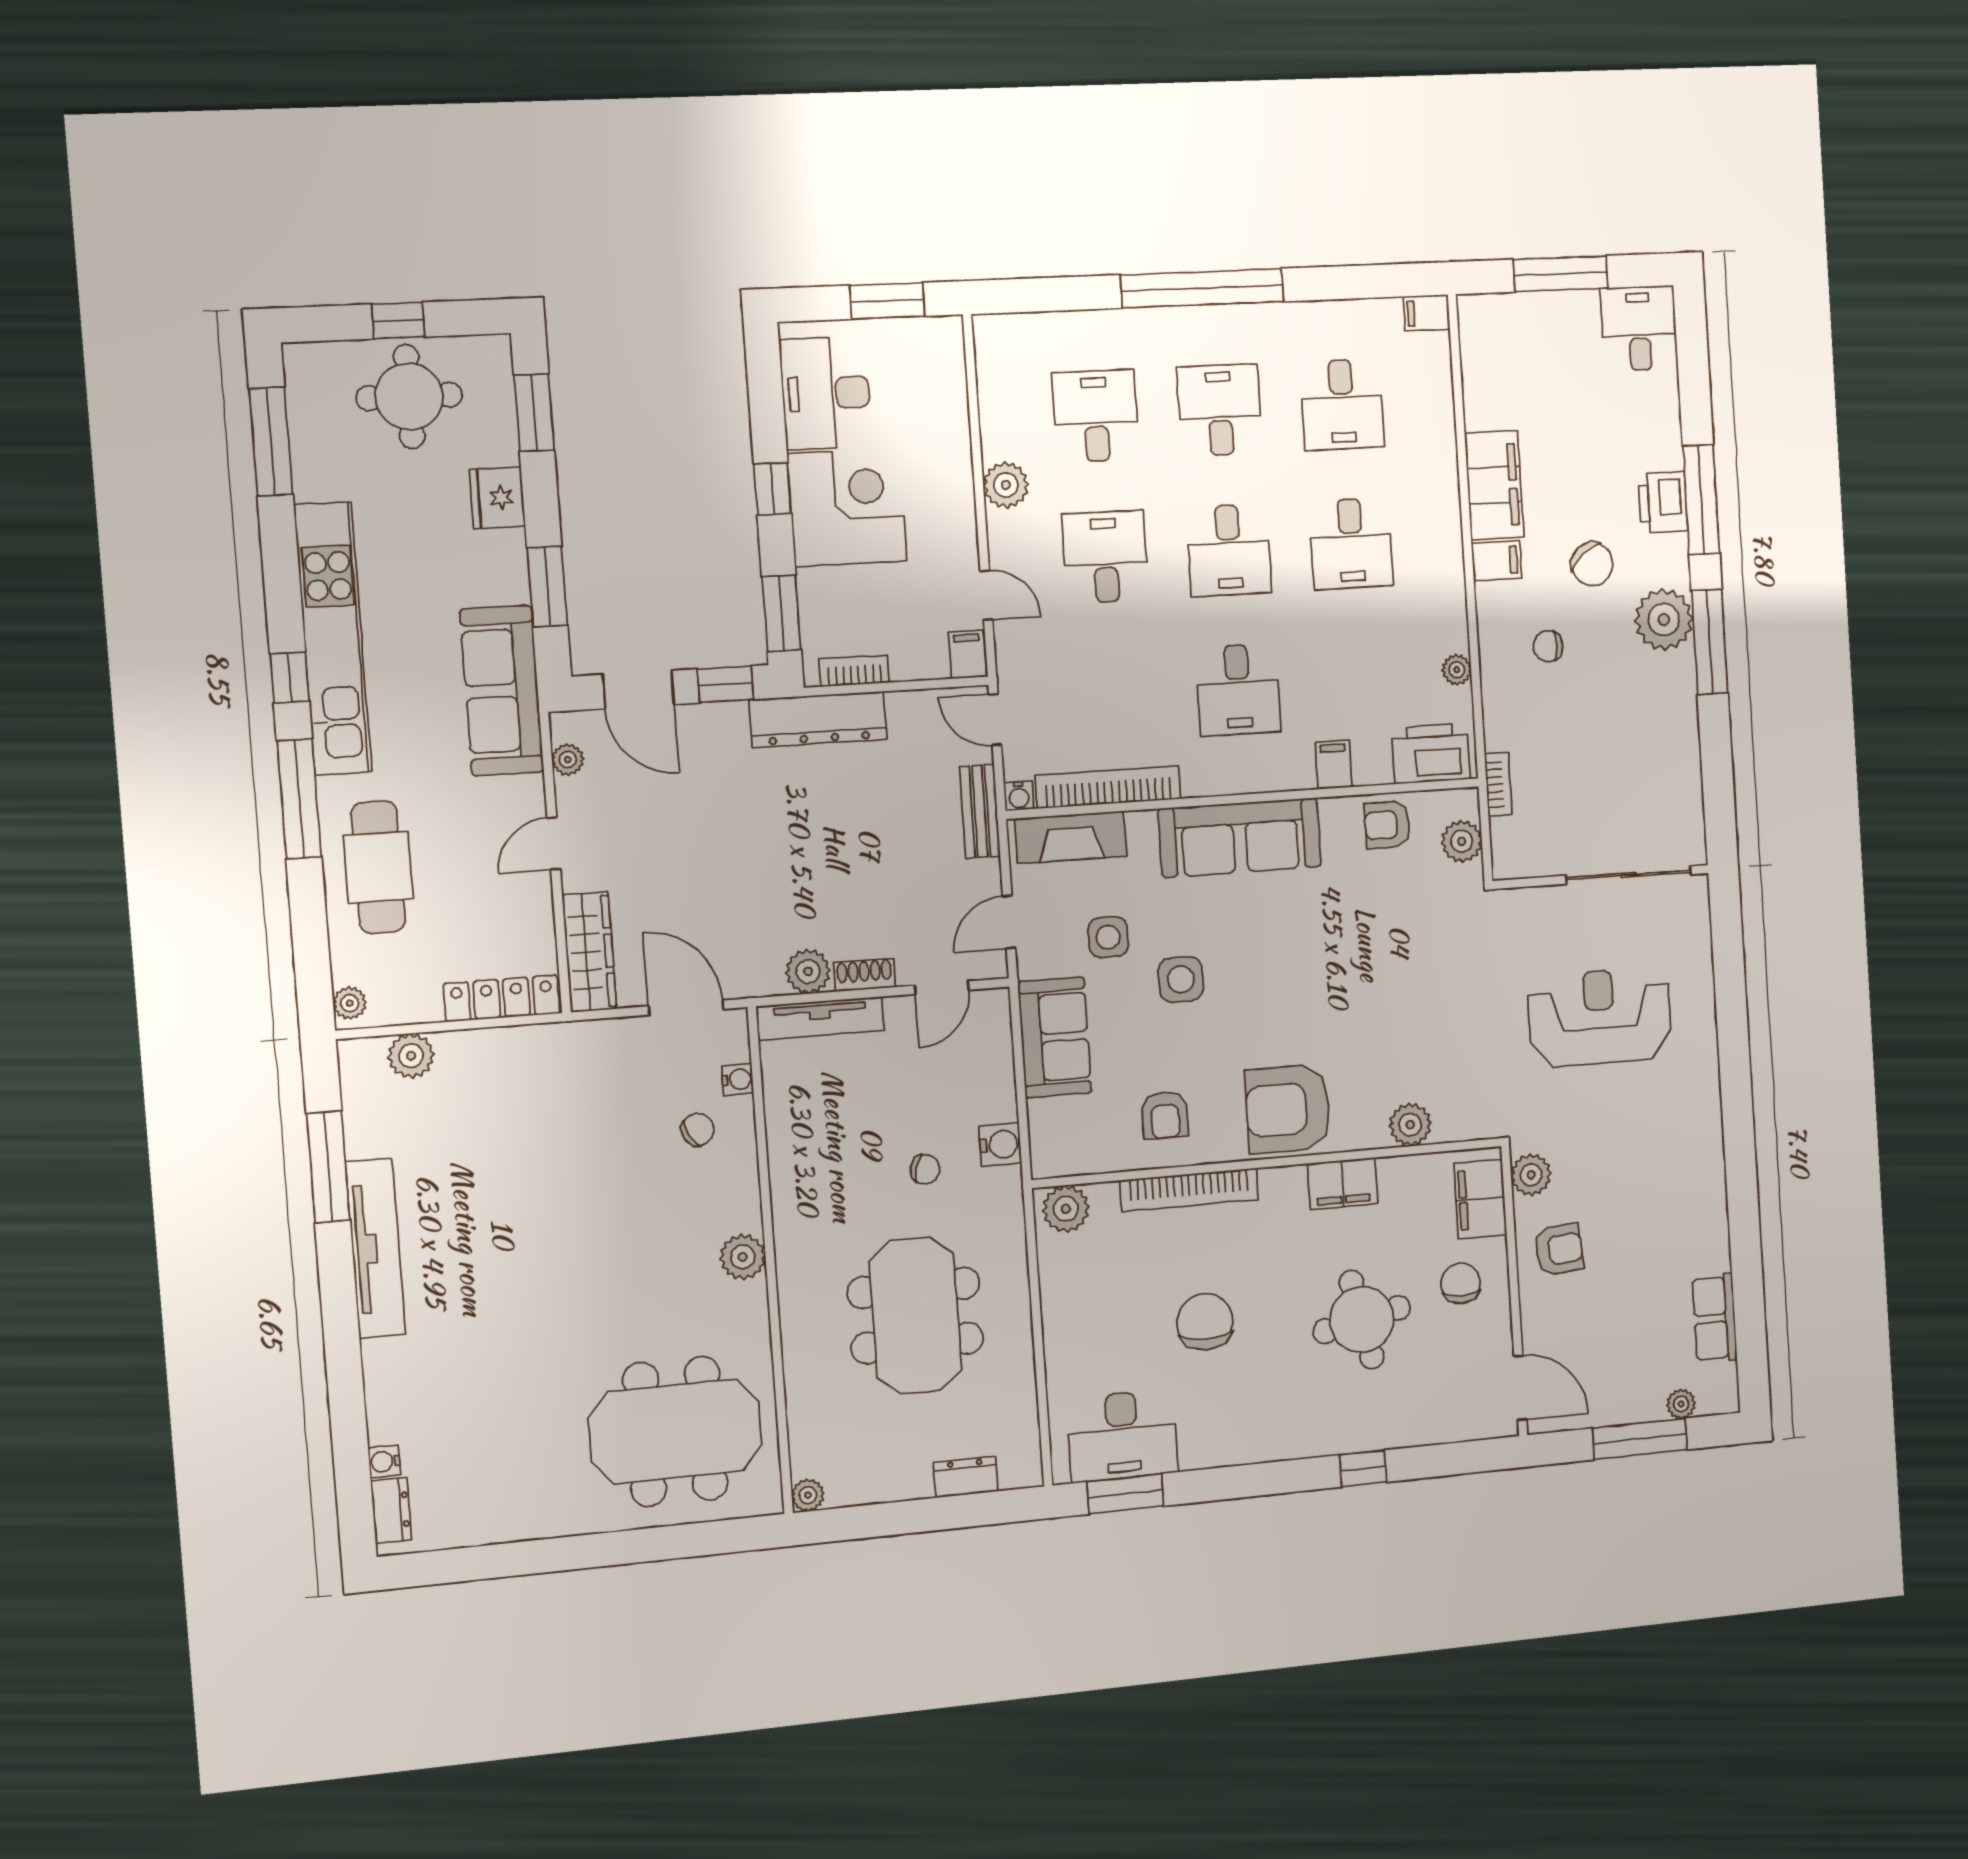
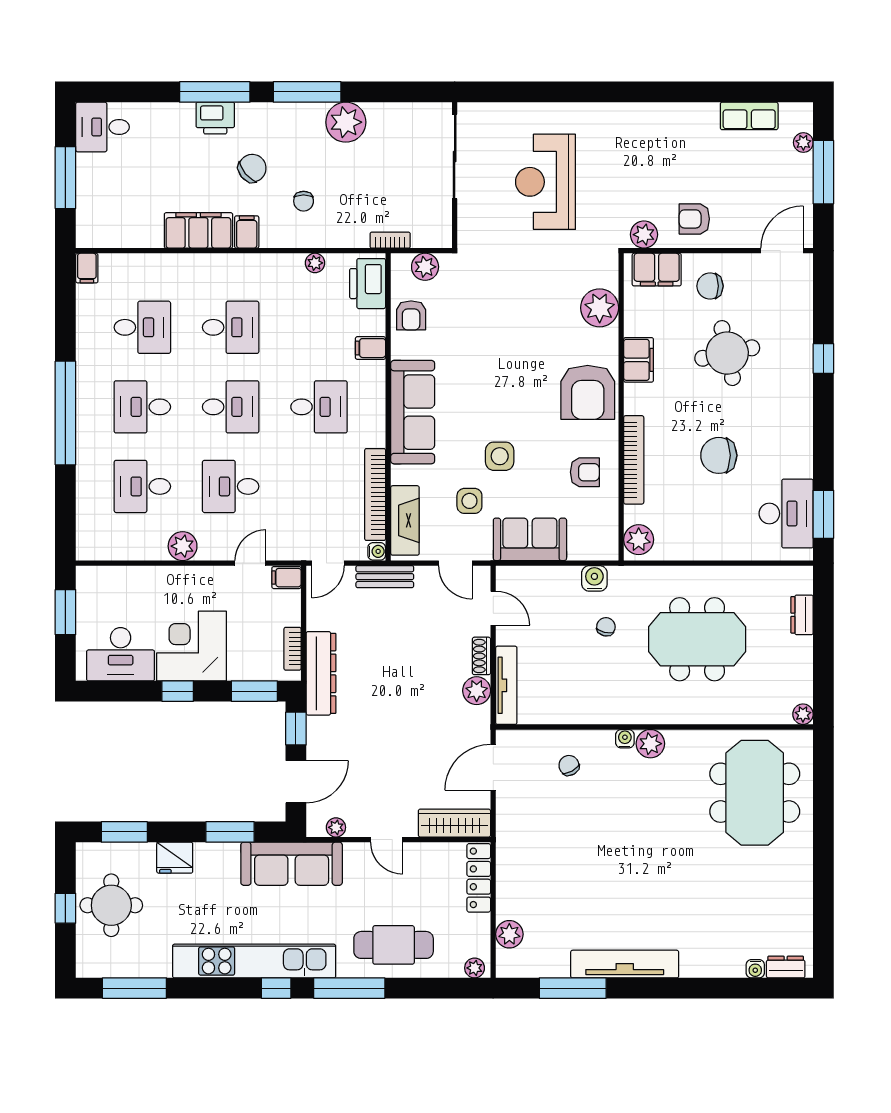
plant: (1664, 620) -> (346, 122), moved
water cooler: (738, 1079) -> (625, 739), moved
plant: (1410, 1125) -> (600, 308), width x1.36, depth x1.36
armchair: (1559, 1250) -> (694, 219), turned -85

